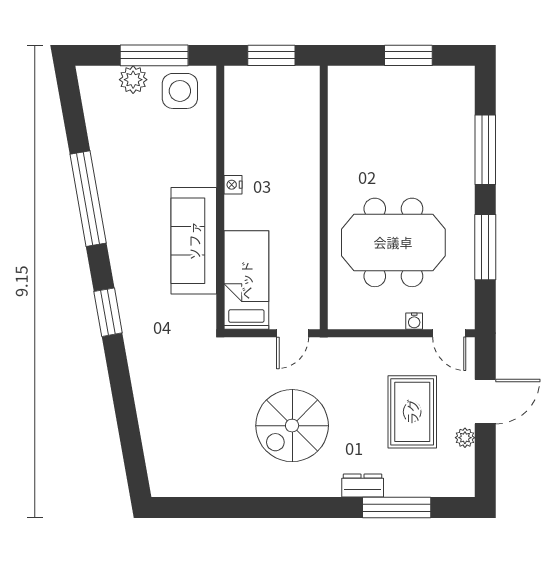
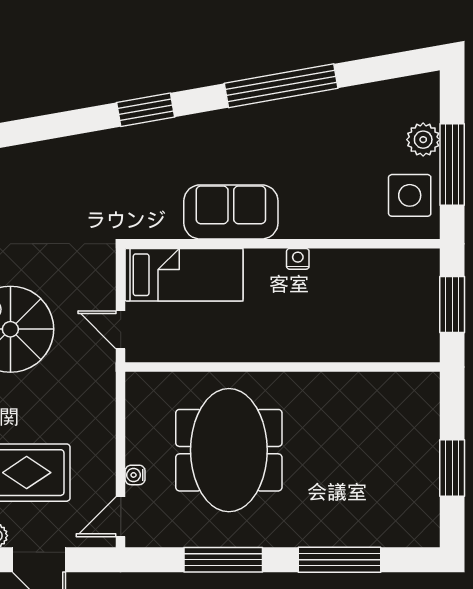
sofa: (194, 241) -> (231, 212), width x0.73

